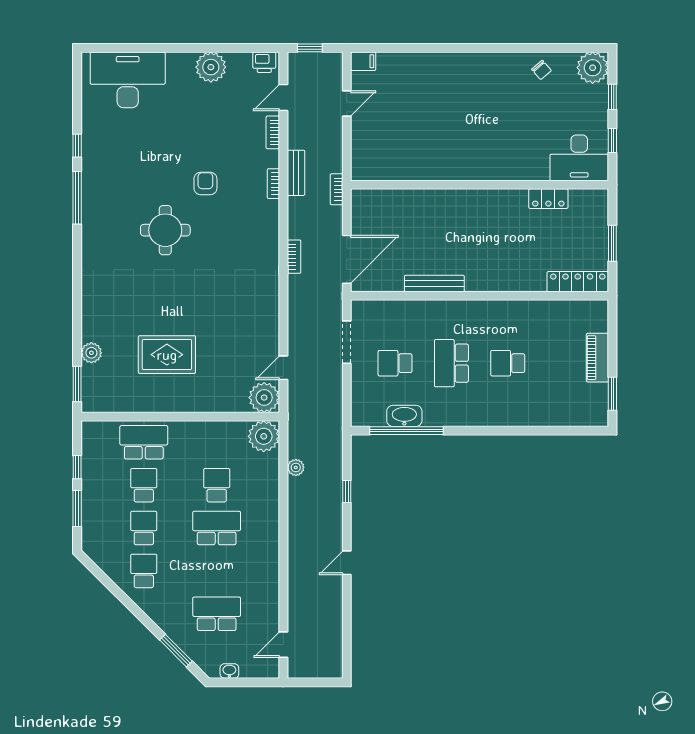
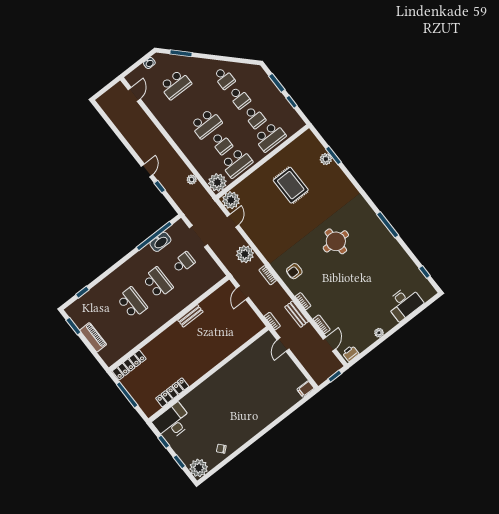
plant: (211, 67) -> (379, 333), width x0.53, depth x0.53
desk: (128, 80) -> (404, 303), width x0.73, depth x0.77
door: (347, 103) -> (283, 345), moved
window: (77, 146) -> (425, 272), moved
armchair: (205, 183) -> (294, 271), moved, turned 90
locker: (548, 199) -> (172, 392), width x1.53
window: (612, 243) -> (127, 395), width x1.44
door: (347, 259) -> (243, 293), width x0.53
bench: (434, 283) -> (190, 316), width x0.73
plant: (303, 309) -> (245, 254), added
doorway: (347, 342) -> (198, 236), moved
rug: (167, 355) -> (291, 185), turned 90
school desk: (508, 363) -> (132, 303), width x1.85
window: (77, 384) -> (333, 155), moved
window: (564, 431) -> (82, 292), added
school desk: (217, 442) -> (237, 163), added
door: (347, 563) -> (147, 170), moved

